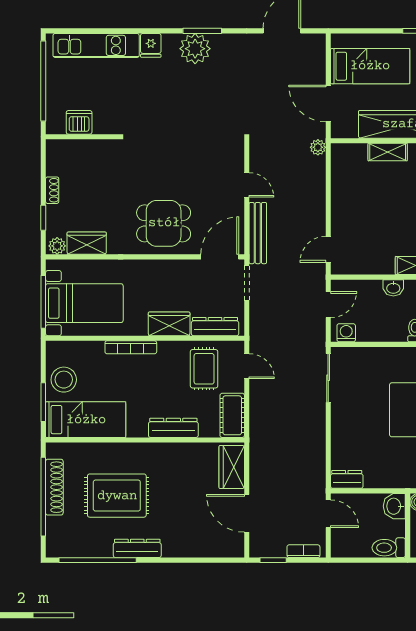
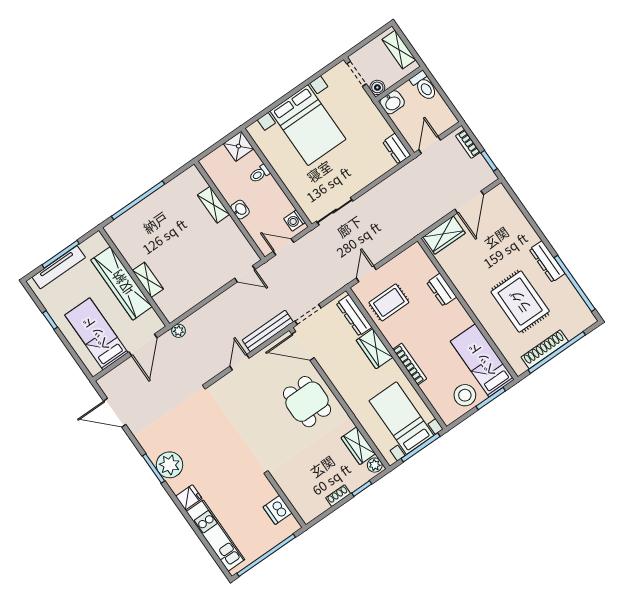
cot: (232, 415) -> (408, 260), removed
dresser: (173, 428) -> (442, 290), width x0.70

